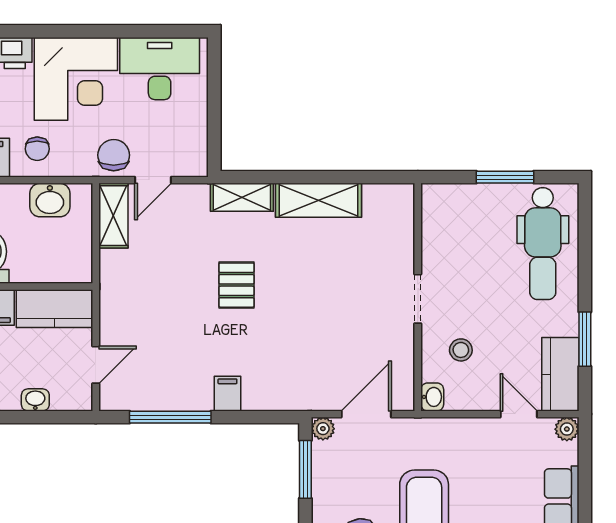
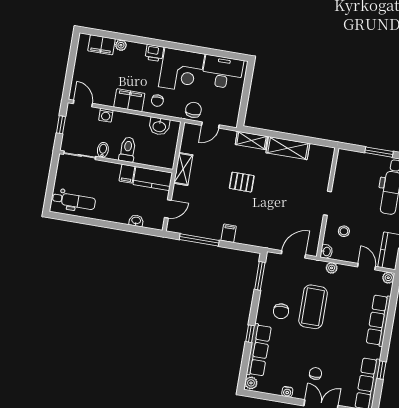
shelving: (113, 216) -> (183, 169), moved
pallet: (236, 285) -> (242, 182), turned 90
plant: (323, 429) -> (332, 268), moved

